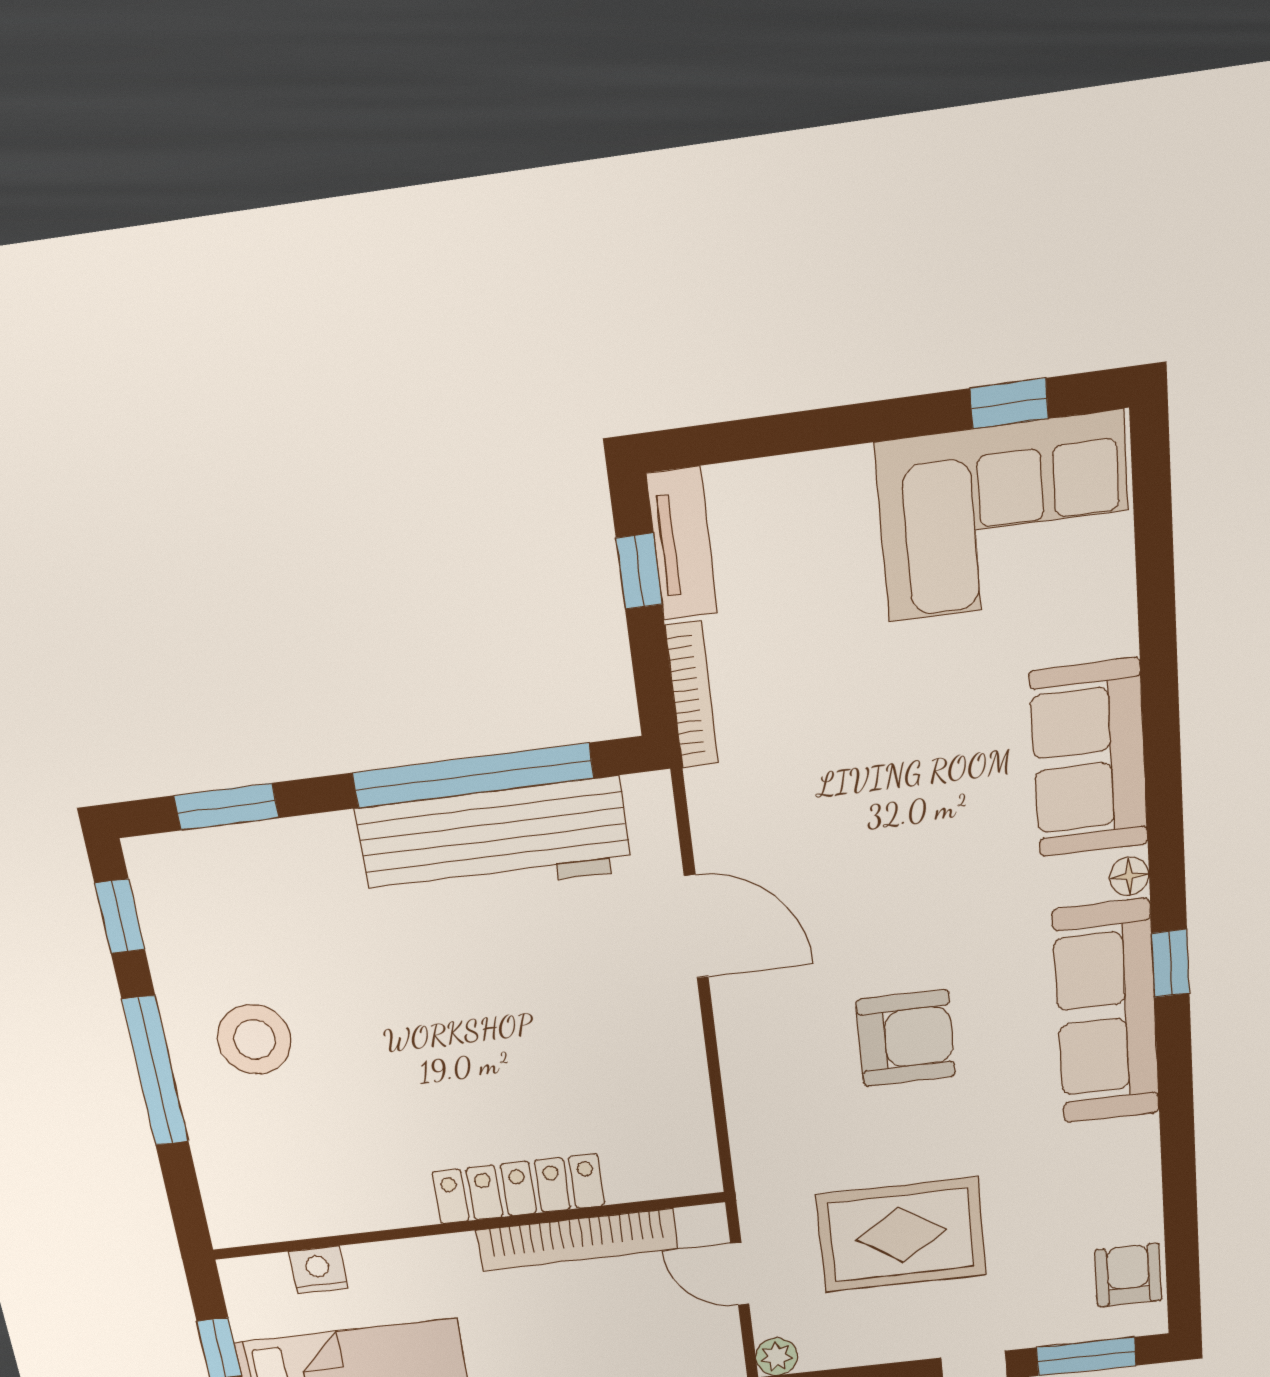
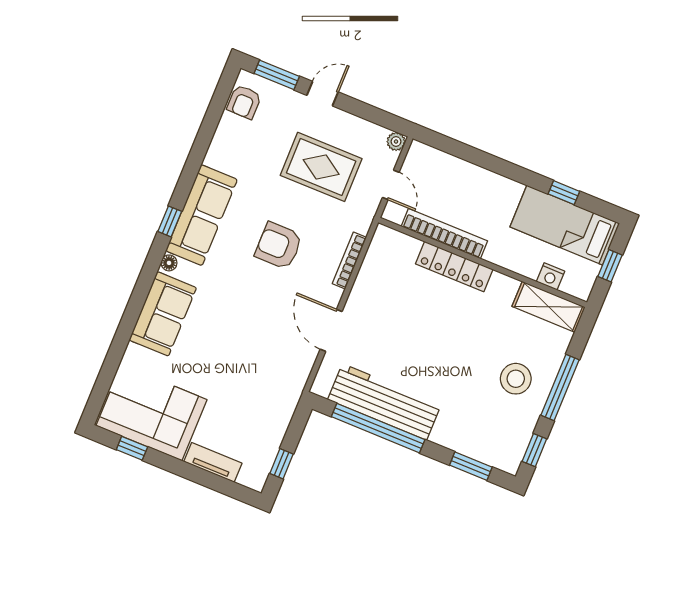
tv unit: (682, 544) -> (213, 462), moved, turned 90
bookcase: (692, 695) -> (349, 261), moved
shelving: (284, 1213) -> (549, 307), added

